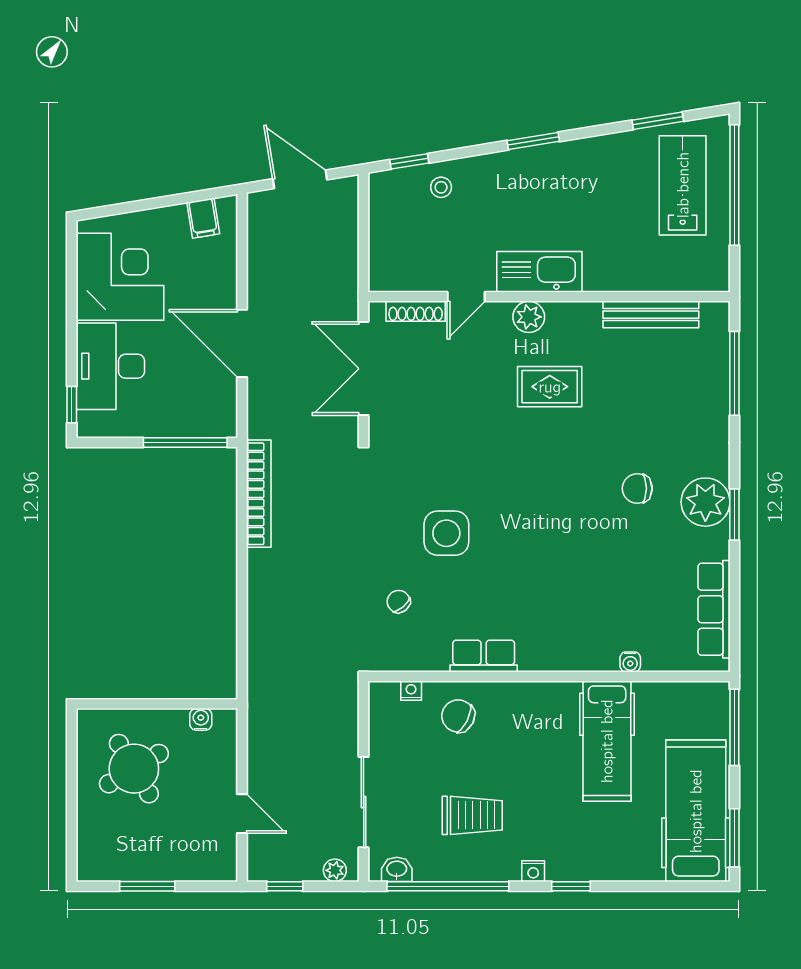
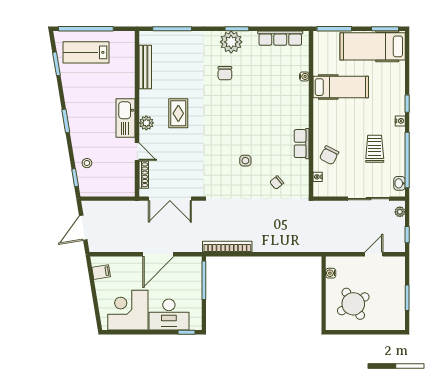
side table: (446, 533) -> (245, 161), width x0.54, depth x0.54

